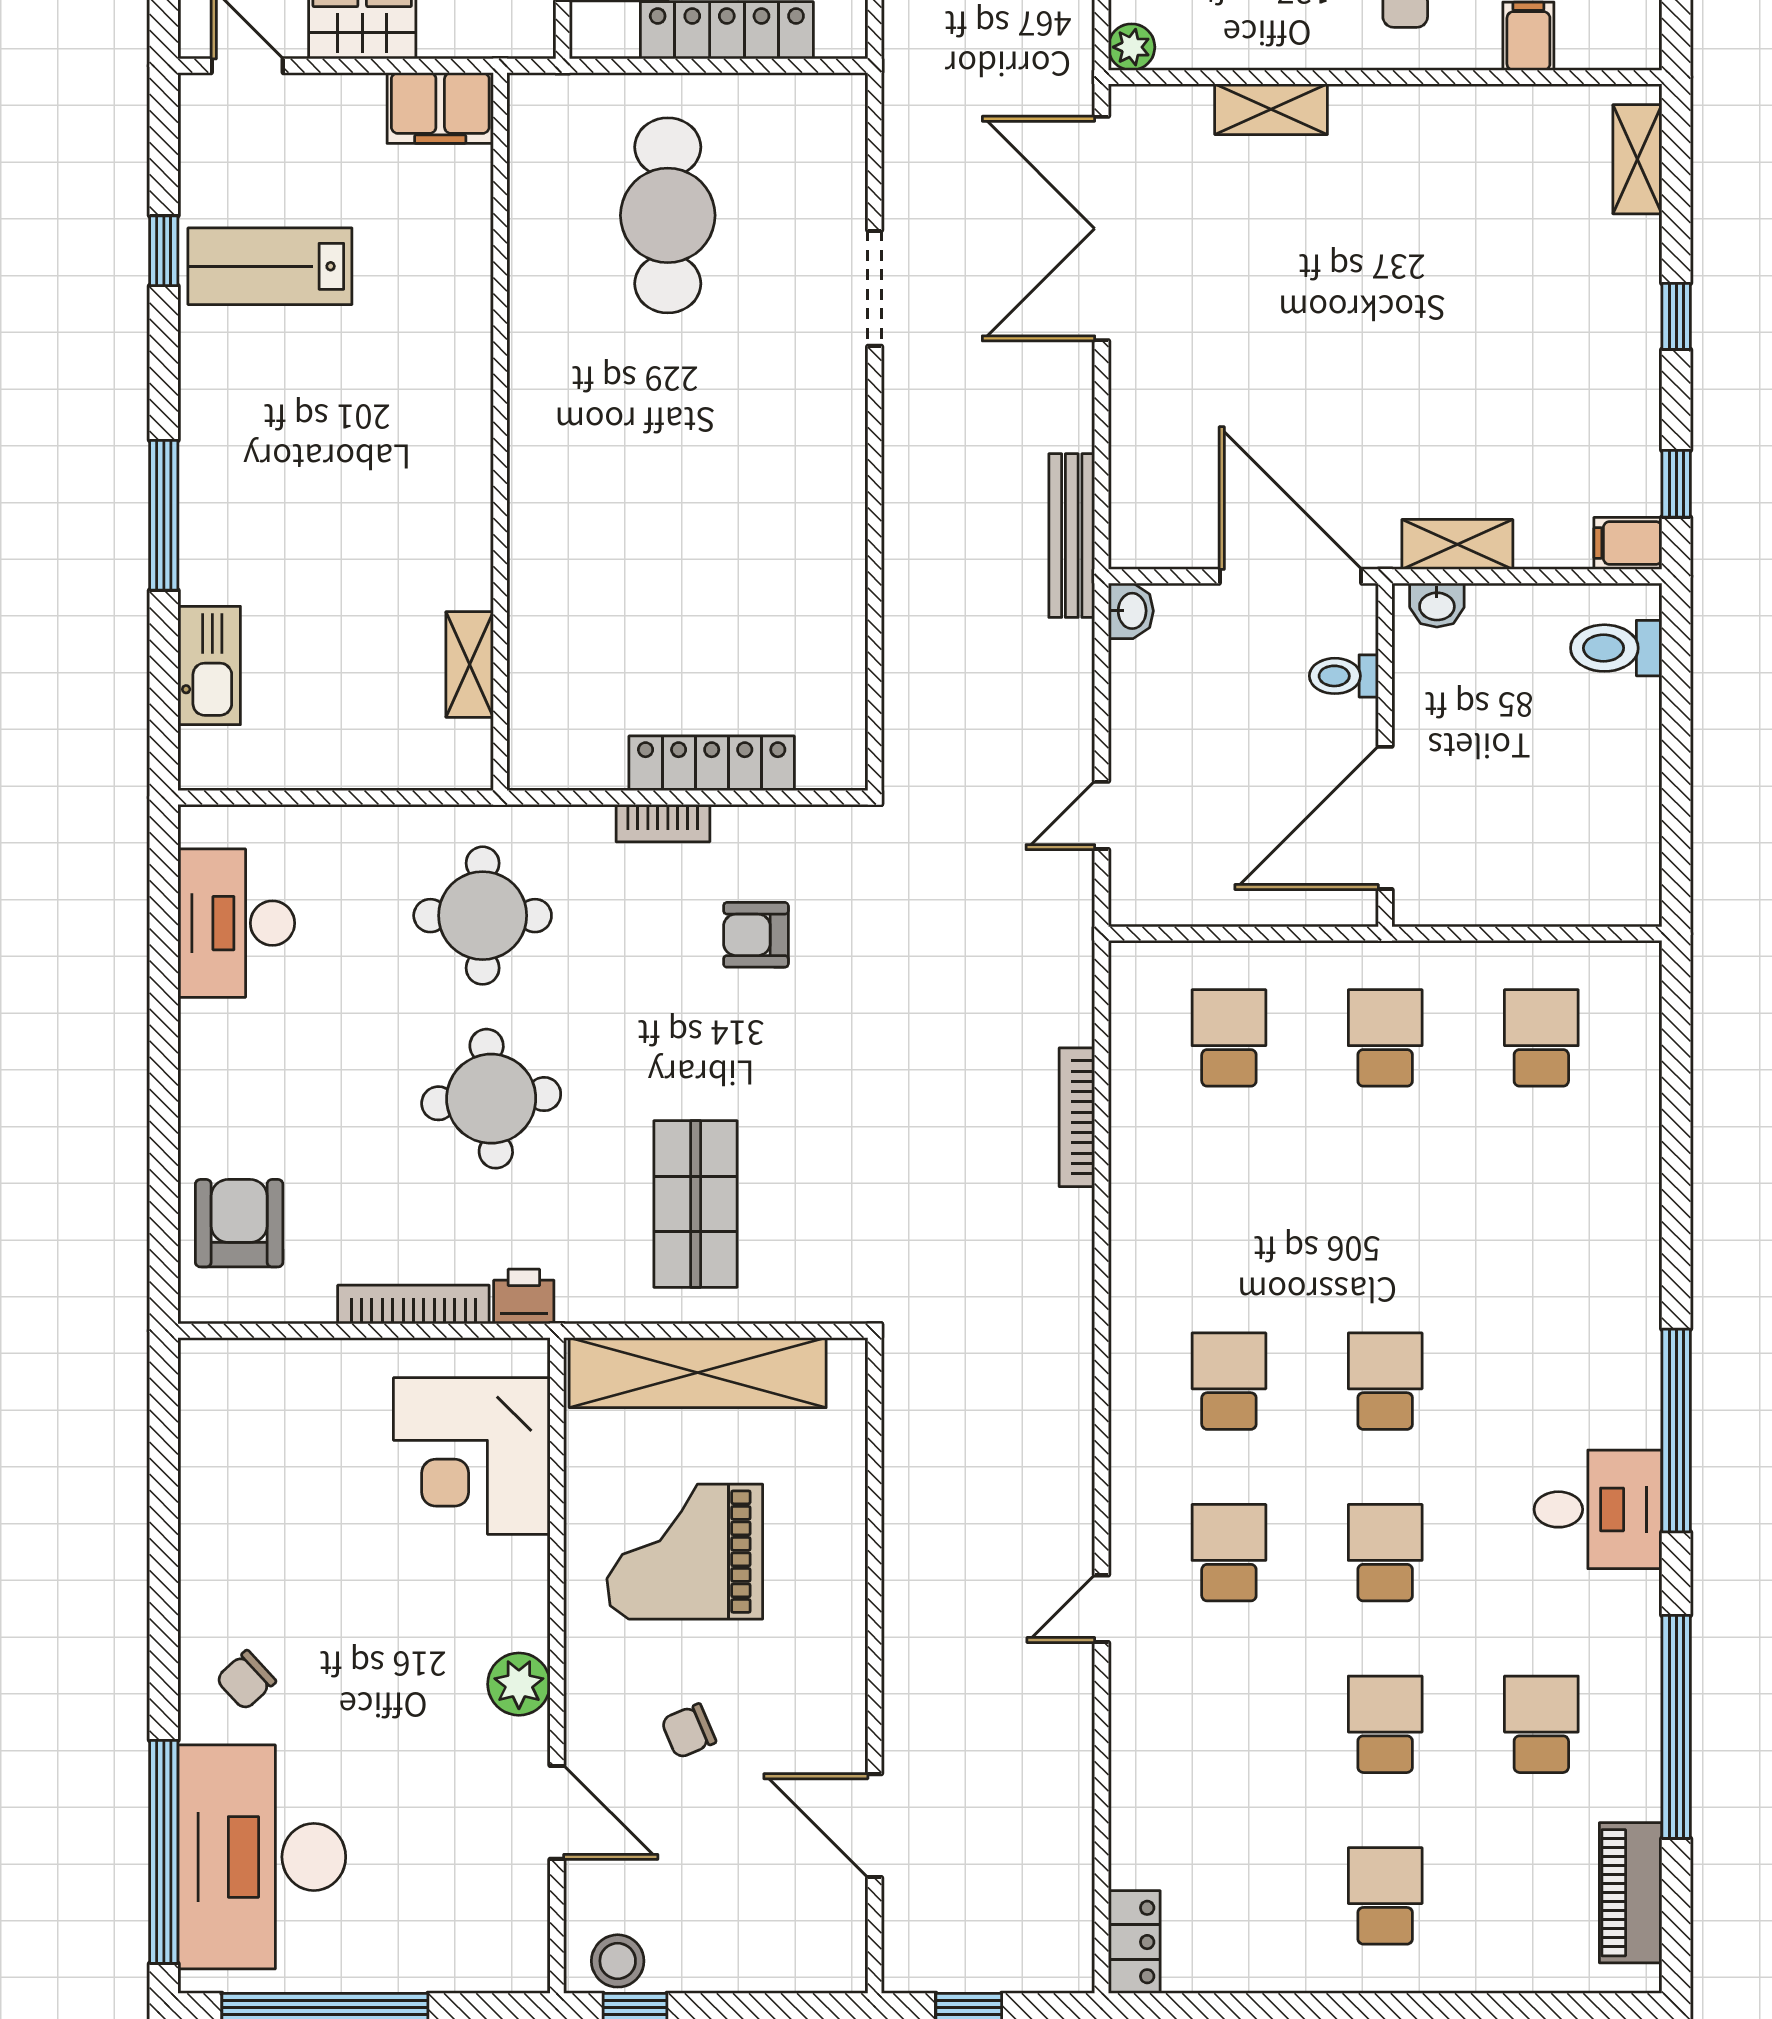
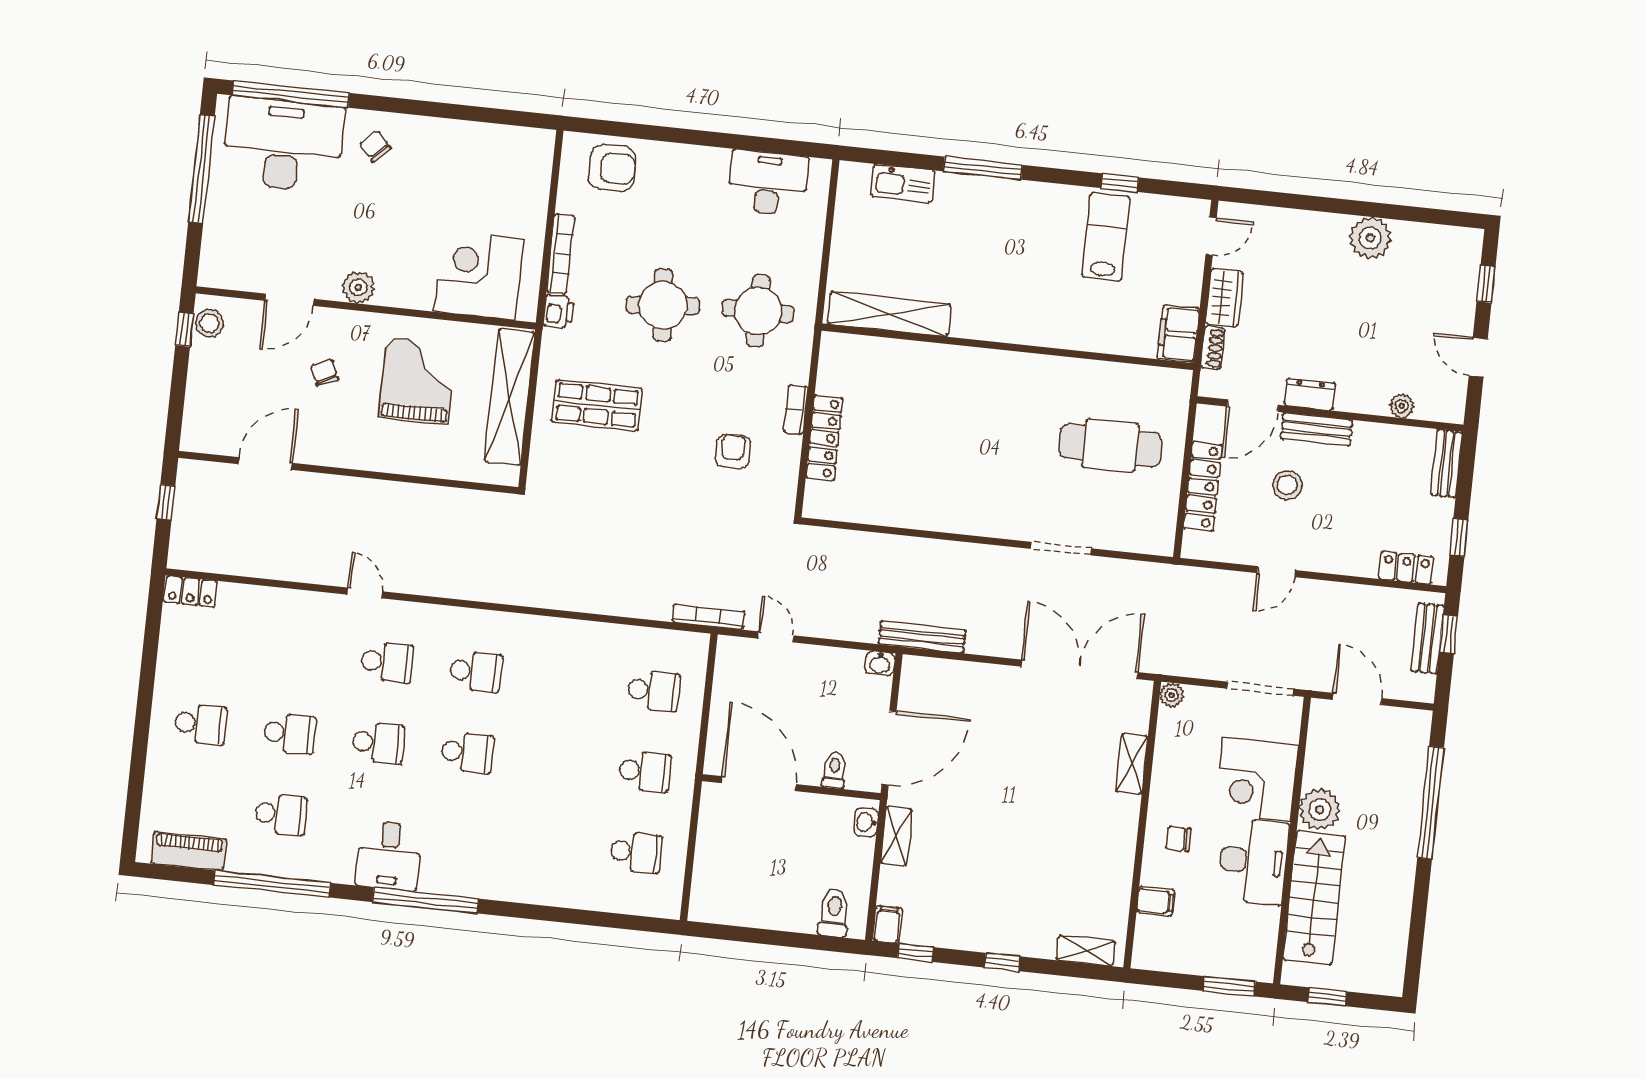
shoe rack: (460, 39) -> (1213, 348), added
shelving: (470, 665) -> (889, 314), width x2.20, depth x1.33
bookcase: (1077, 1117) -> (708, 617), moved

